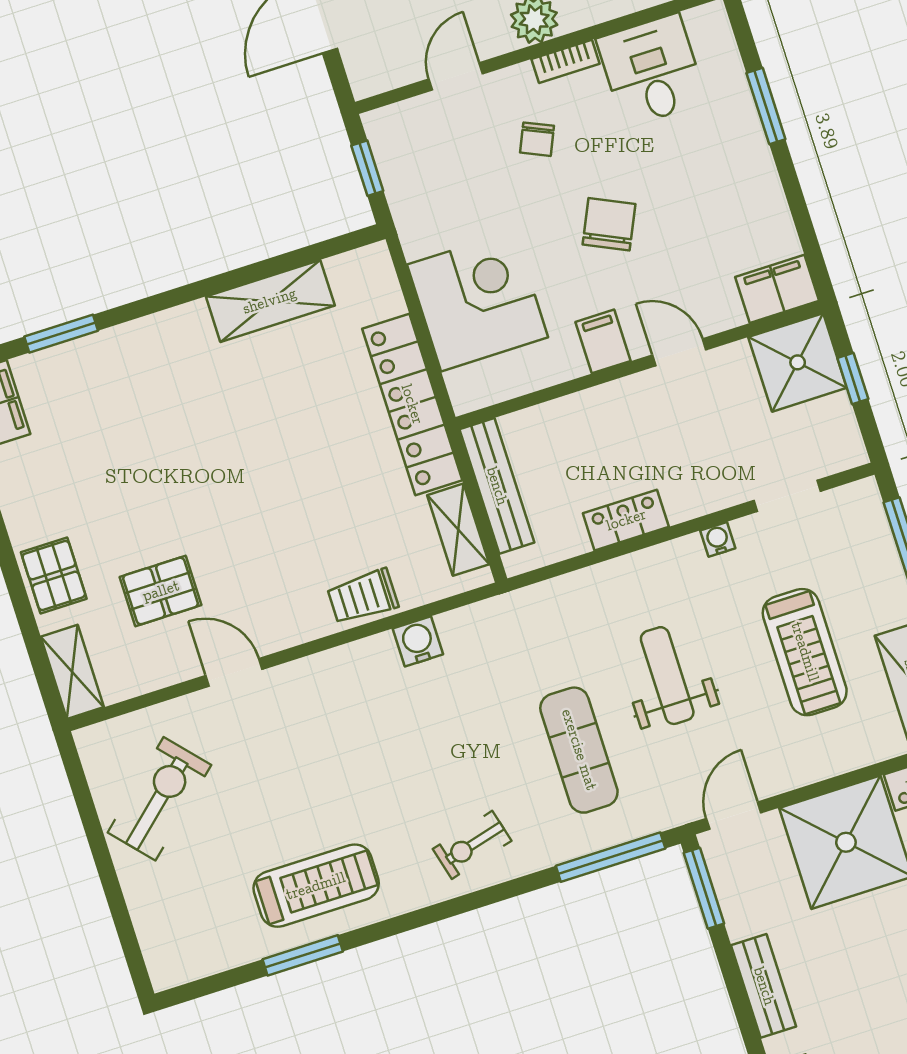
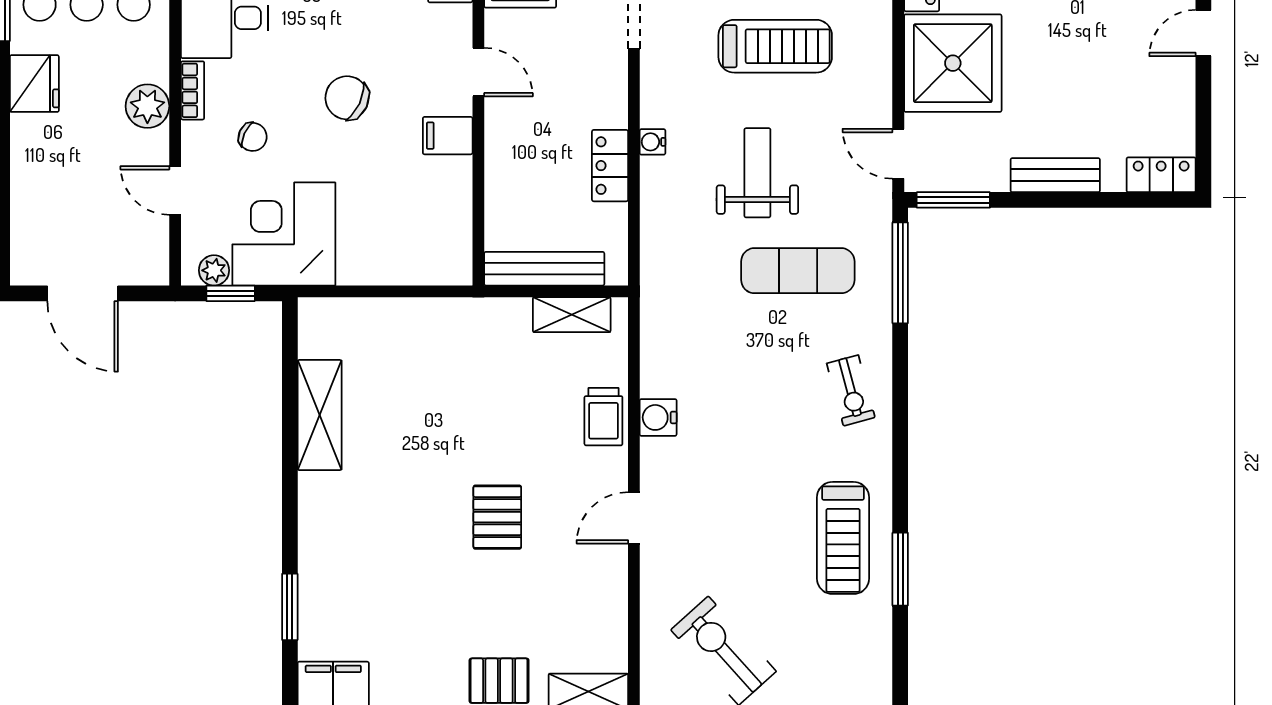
plant: (386, 143) -> (214, 270), added
corner desk: (478, 301) -> (284, 234), moved
door: (679, 352) -> (478, 72), swing flipped
locker: (412, 404) -> (450, 320), removed
water cooler: (718, 539) -> (652, 142), moved
pallet: (161, 591) -> (497, 517), moved
water cooler: (418, 641) -> (658, 417), moved
door: (234, 672) -> (634, 518), moved
weight bench: (667, 676) -> (757, 173), turned 90
treadmill: (316, 886) -> (843, 538), turned 180

